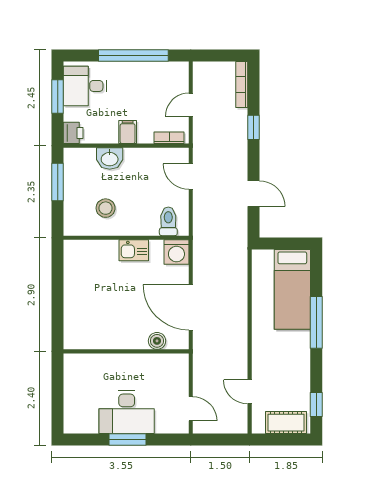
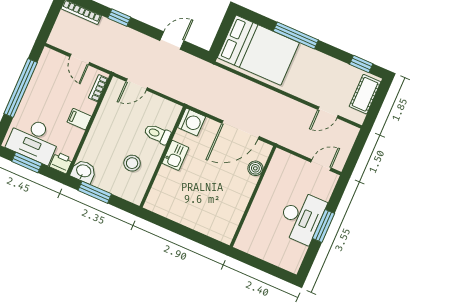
desk: (85, 86) -> (34, 140), width x1.37
washbasin: (110, 159) -> (83, 171), moved, turned -90
toilet: (168, 221) -> (157, 134), moved
bed: (292, 289) -> (258, 50), width x1.50

